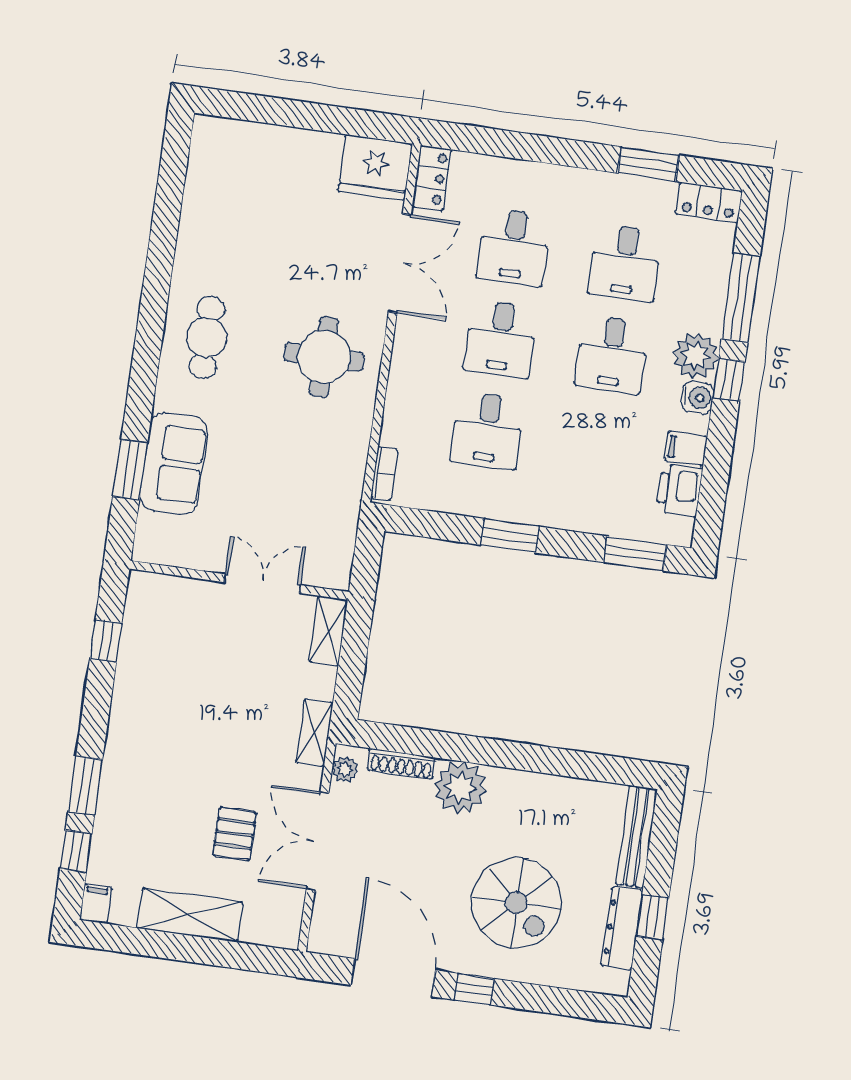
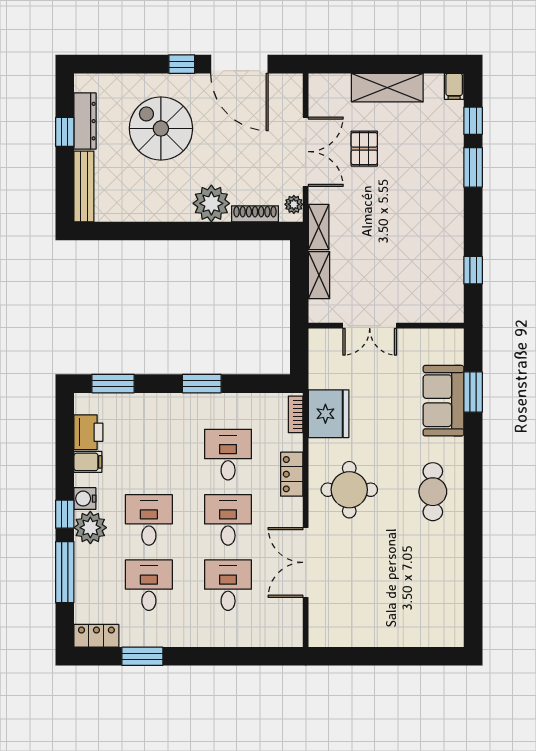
fridge: (375, 167) -> (329, 414), moved, turned 90
locker: (432, 178) -> (292, 474), moved
shelving: (328, 631) -> (319, 275), moved

